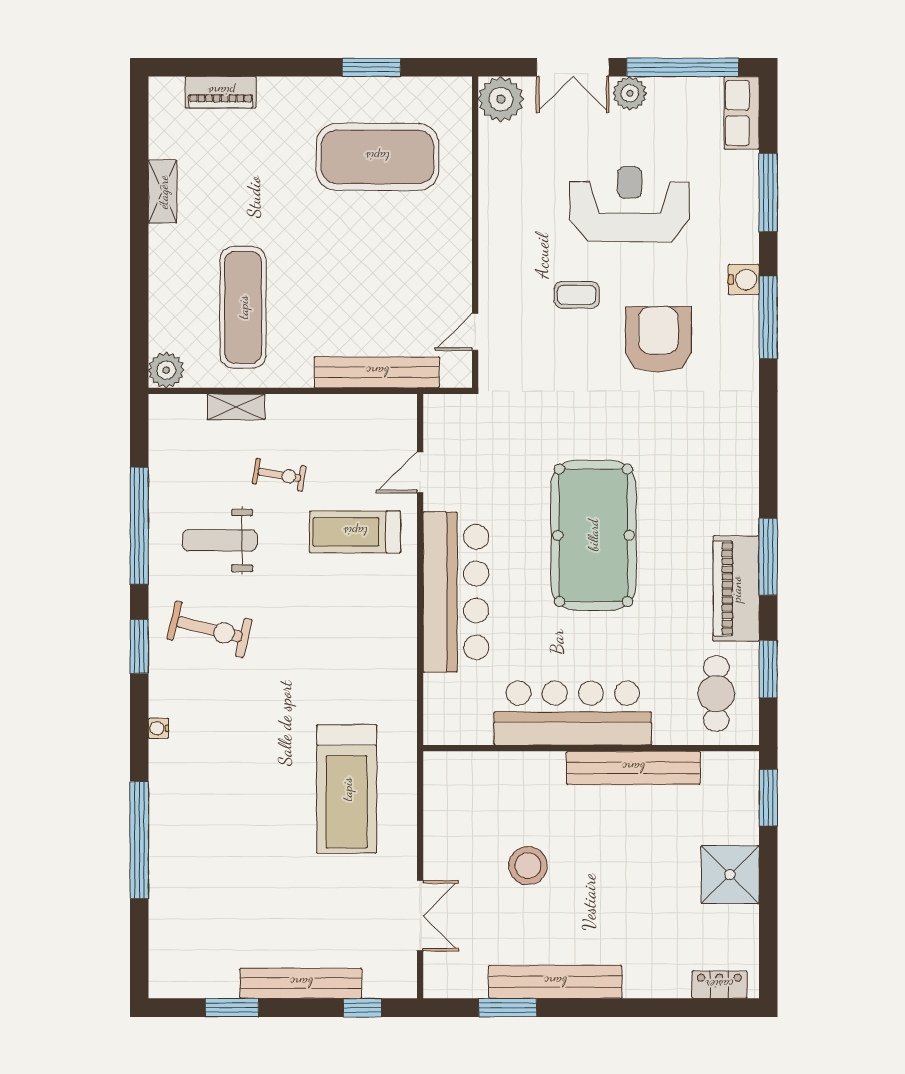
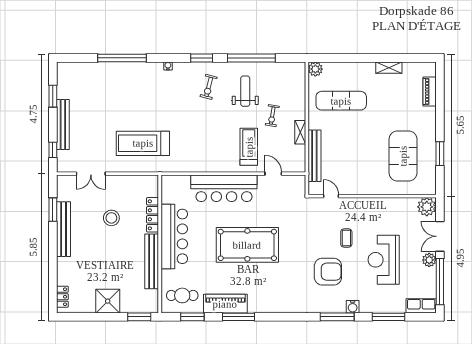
reception desk: (630, 204) -> (384, 260), turned 180
shelving: (236, 407) -> (300, 132), moved
exercise bike: (210, 629) -> (209, 87), width x0.73, depth x0.72
locker: (520, 766) -> (153, 215), added

